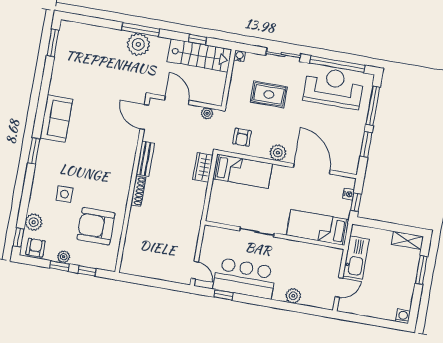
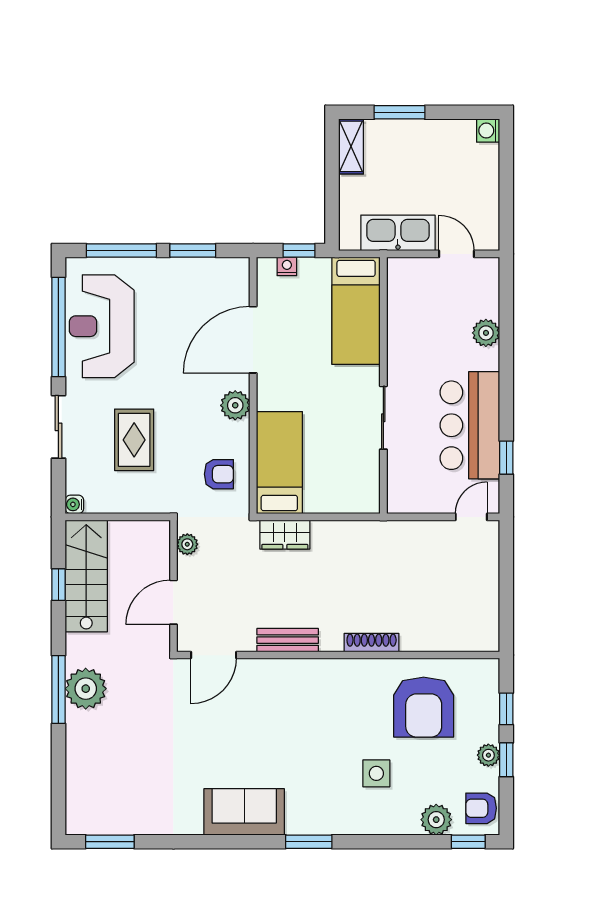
shoe rack: (138, 191) -> (372, 643), moved

